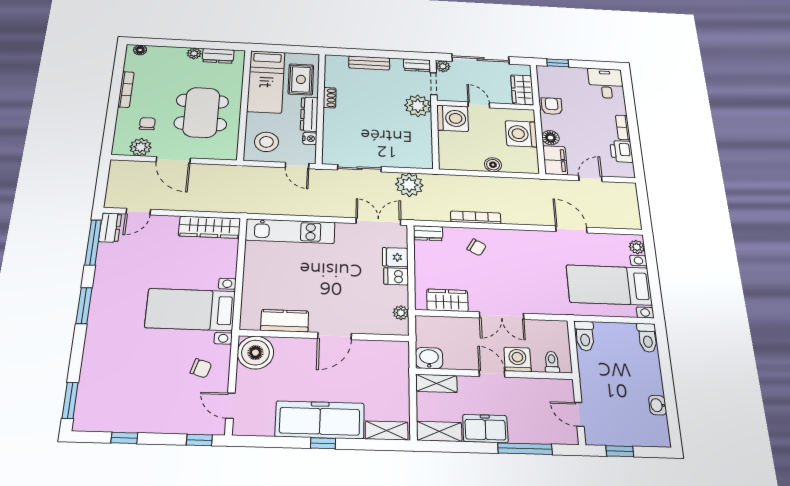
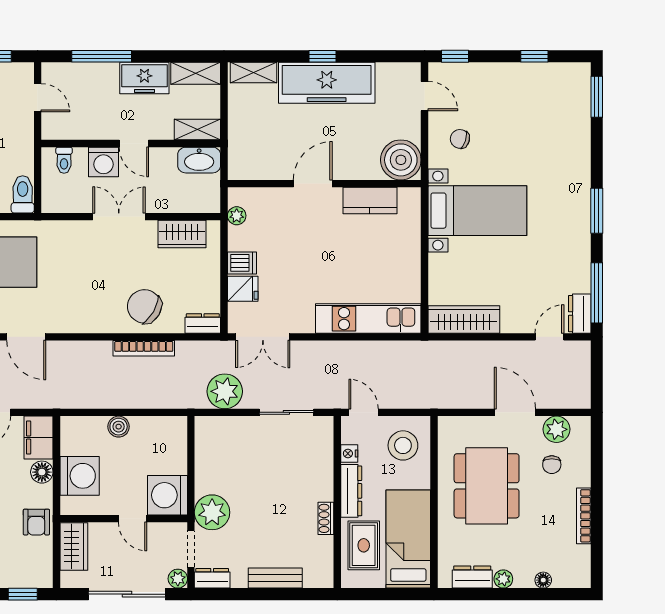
floor lamp: (140, 50) -> (543, 580), moved
chair: (477, 247) -> (144, 306), width x1.87, depth x1.87
washbasin: (429, 358) -> (199, 160), width x1.38

